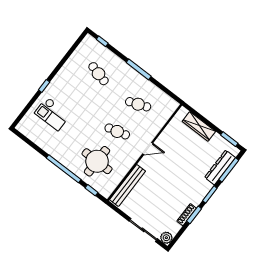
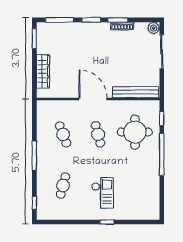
checkout: (52, 114) -> (103, 193), moved
door: (148, 149) -> (93, 99), width x1.88
dresser: (220, 167) -> (63, 28), removed

